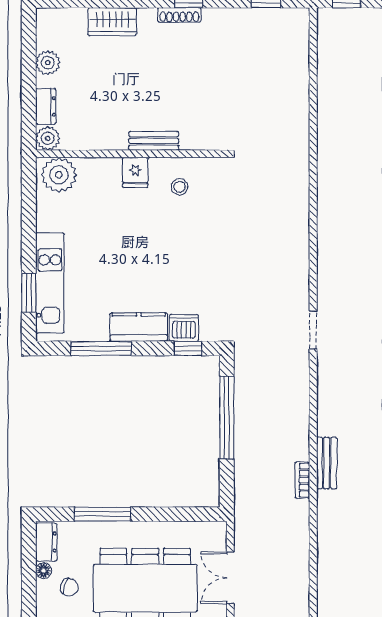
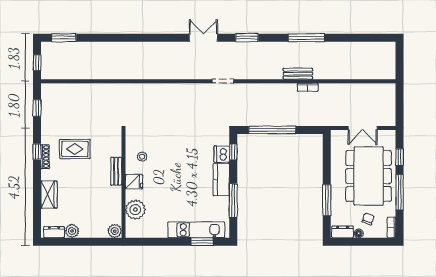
rug: (193, 68) -> (75, 149), added
dresser: (46, 106) -> (54, 232), moved
plant: (59, 175) -> (135, 210), moved

